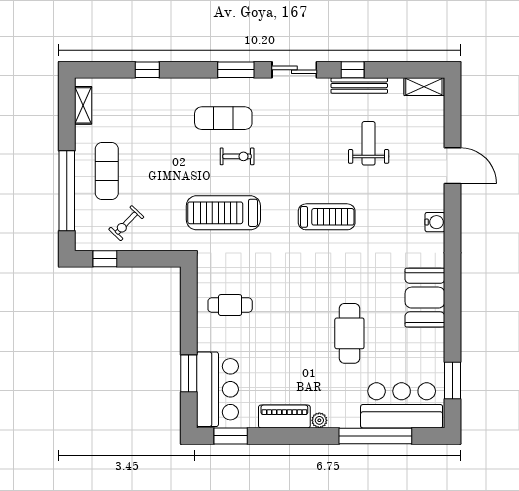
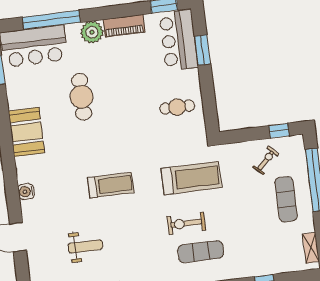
weight bench: (369, 143) -> (85, 246), turned -90
exercise bike: (237, 156) -> (186, 223), width x1.38, depth x1.39
treadmill: (327, 217) -> (111, 185), turned 180
plant: (319, 420) -> (92, 32), width x1.87, depth x1.87

